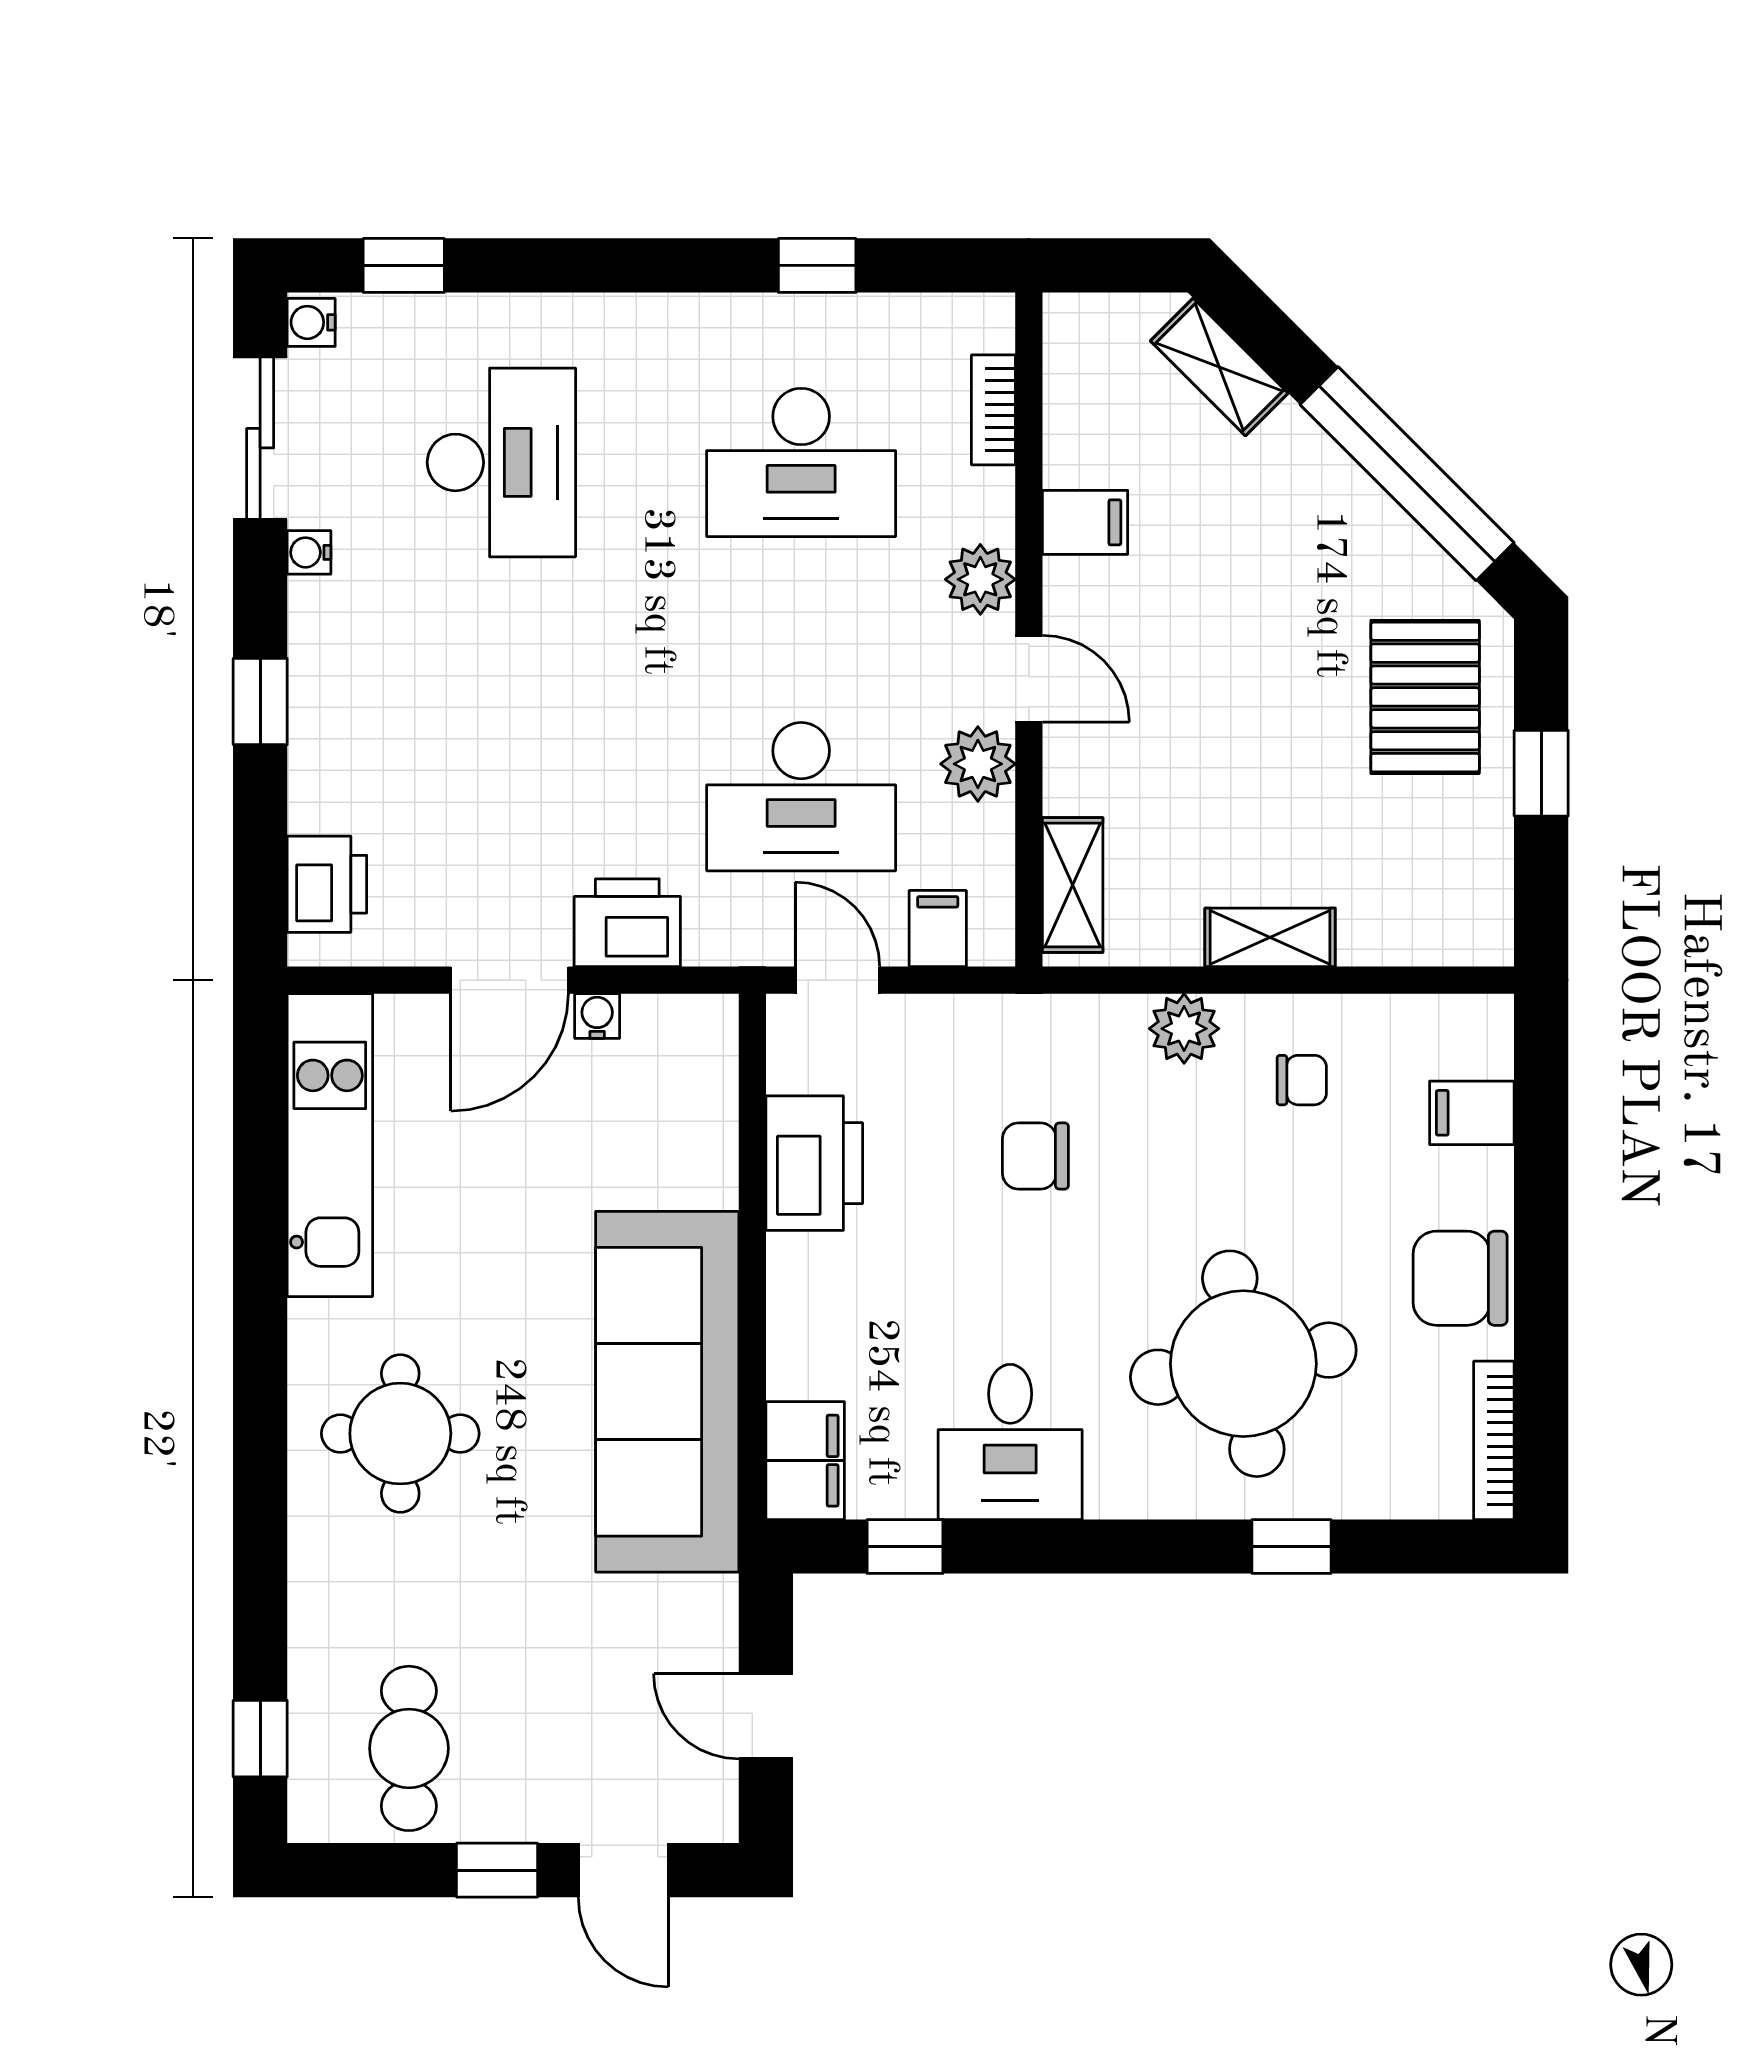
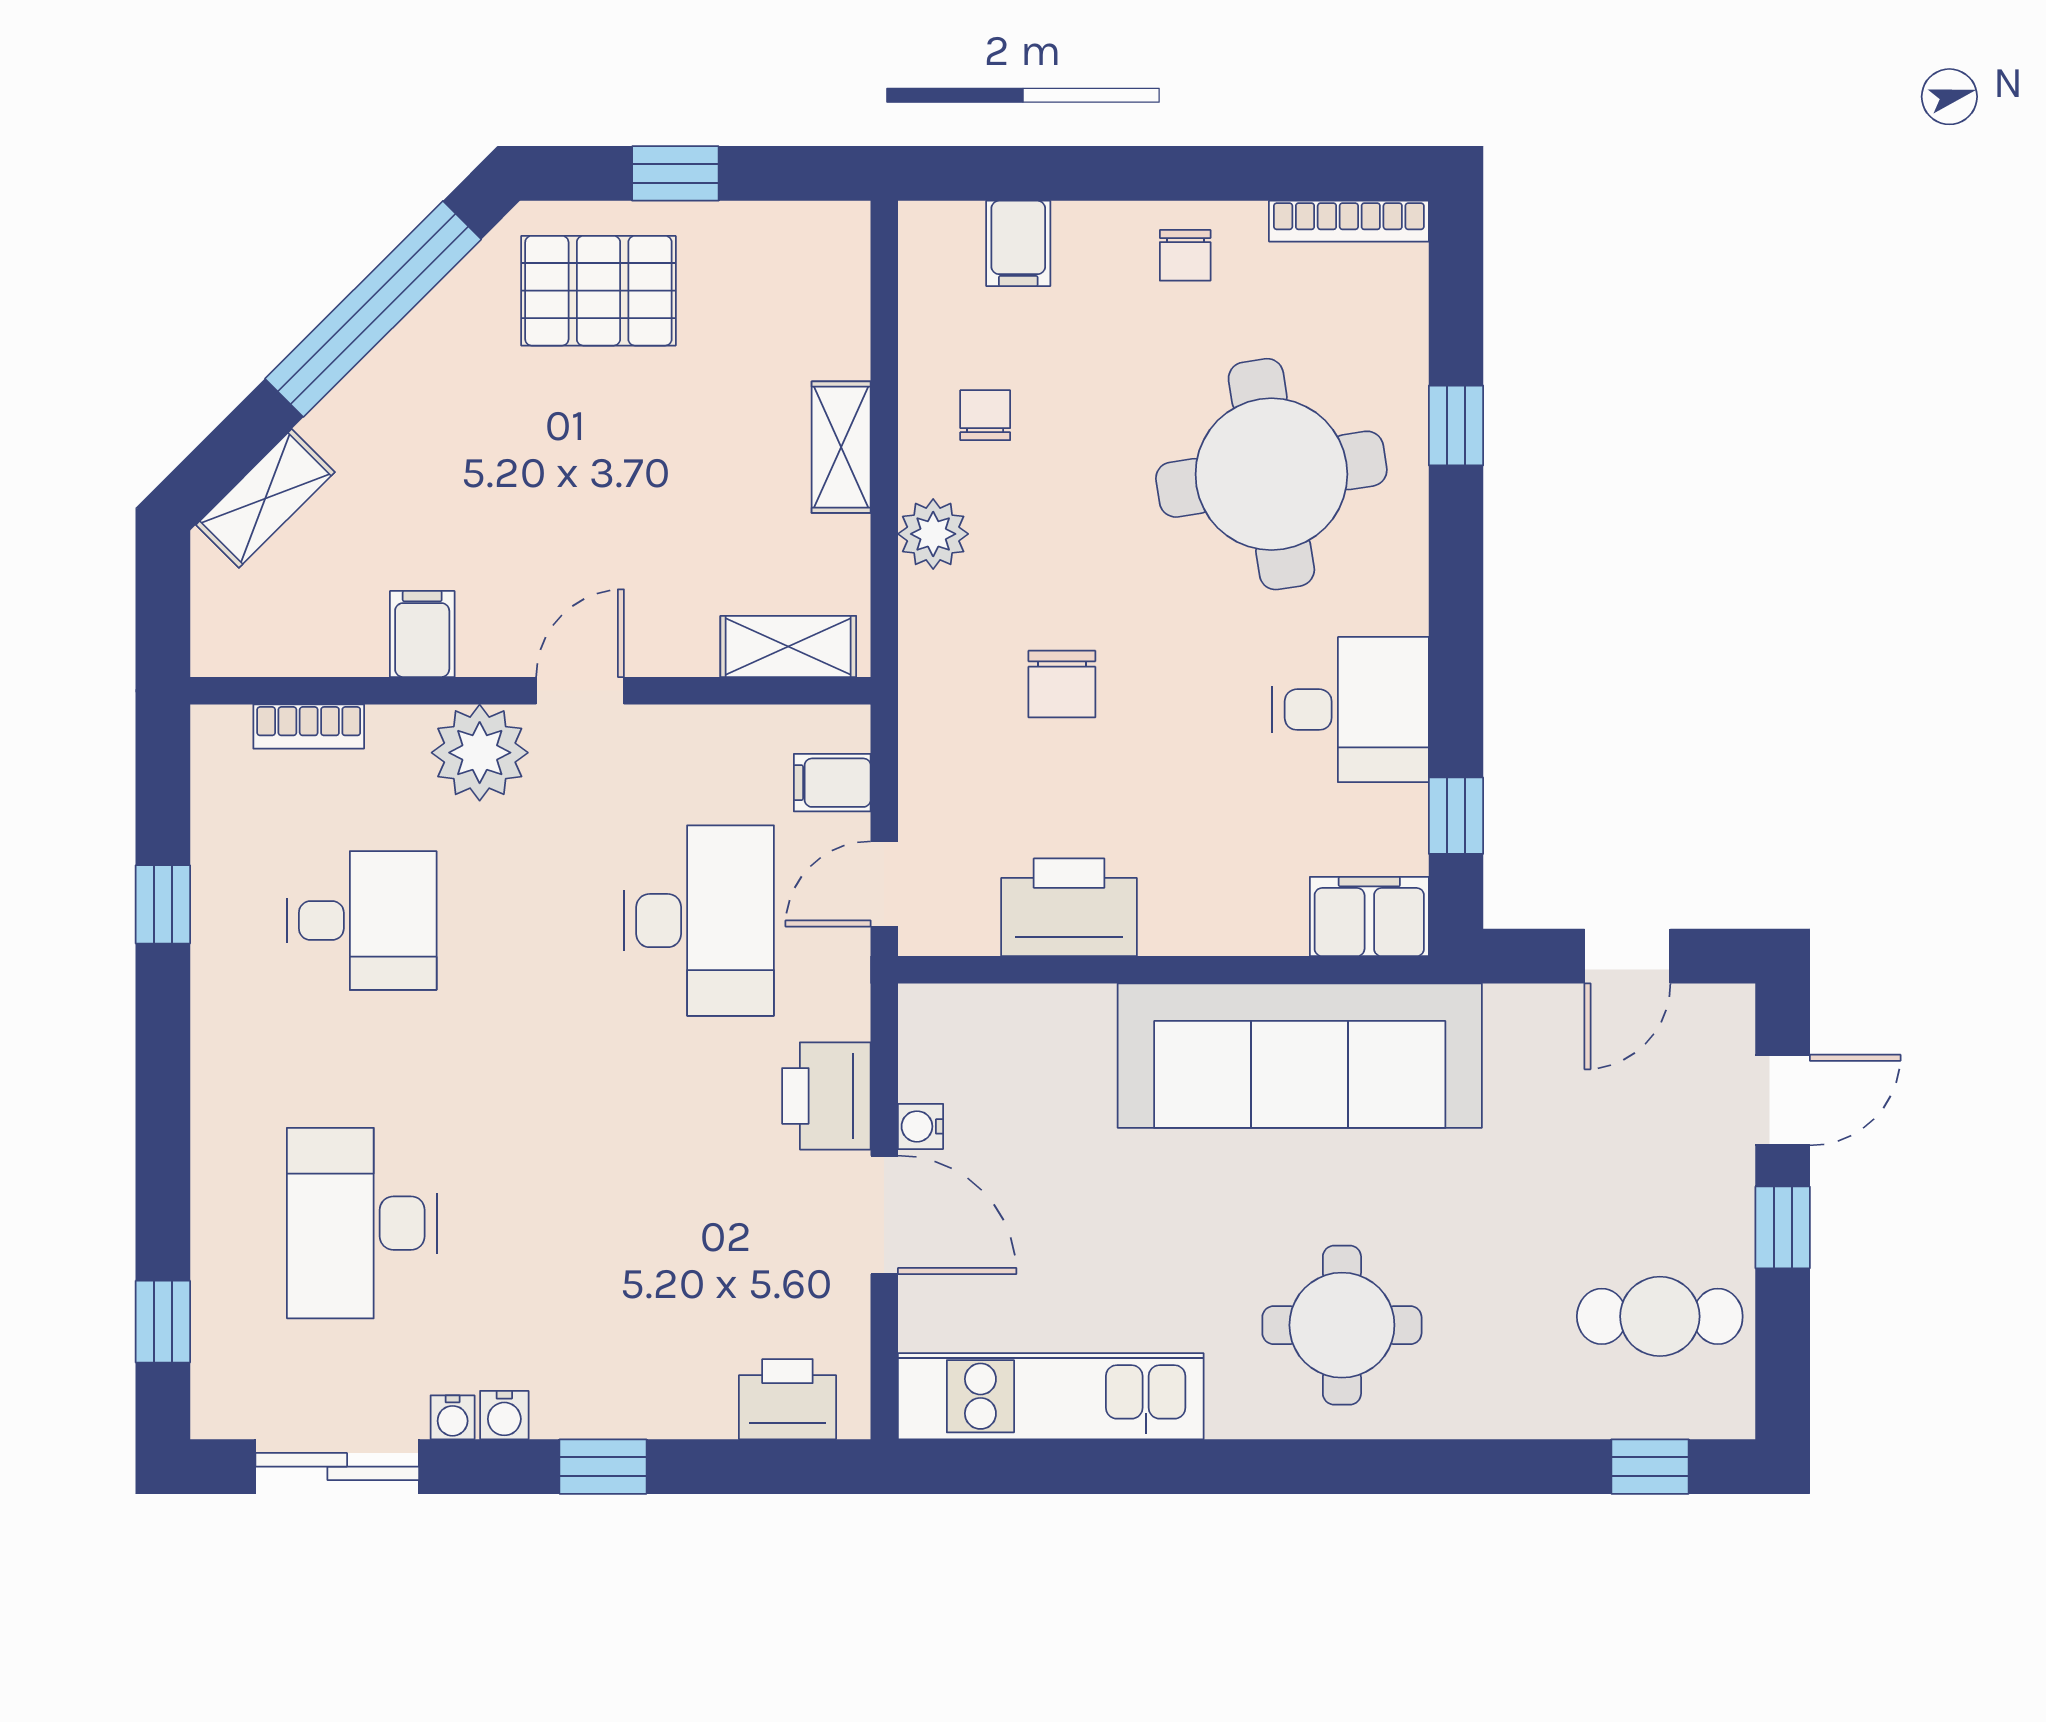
water cooler: (311, 322) -> (504, 1415), moved
desk: (501, 462) -> (362, 1223), turned -90
desk: (801, 462) -> (362, 921), width x0.73
plant: (980, 579) -> (480, 753), width x1.36, depth x1.36
plant: (978, 764) -> (666, 742), removed
chair: (1460, 1278) -> (1185, 255), width x0.54, depth x0.54

